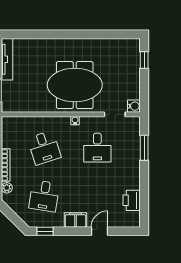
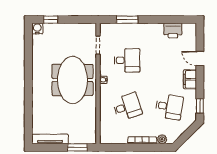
water cooler: (134, 106) -> (37, 29), moved

